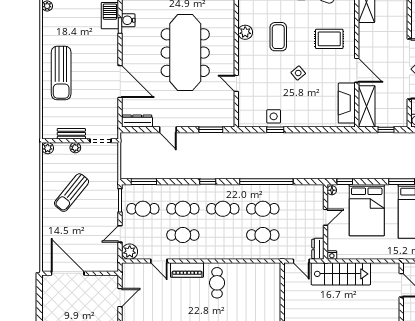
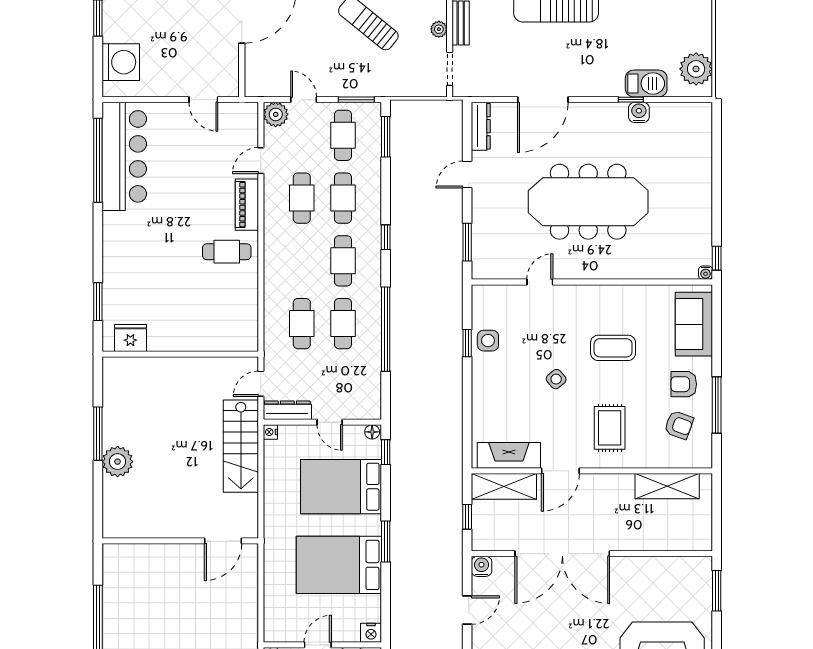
plant: (245, 32) -> (620, 296), removed
dresser: (318, 249) -> (287, 410), width x1.44

